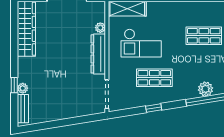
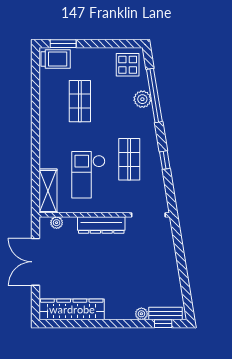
plant: (100, 28) -> (57, 223), moved
checkout: (141, 43) -> (88, 175), turned 180
window: (14, 85) -> (163, 324), moved

